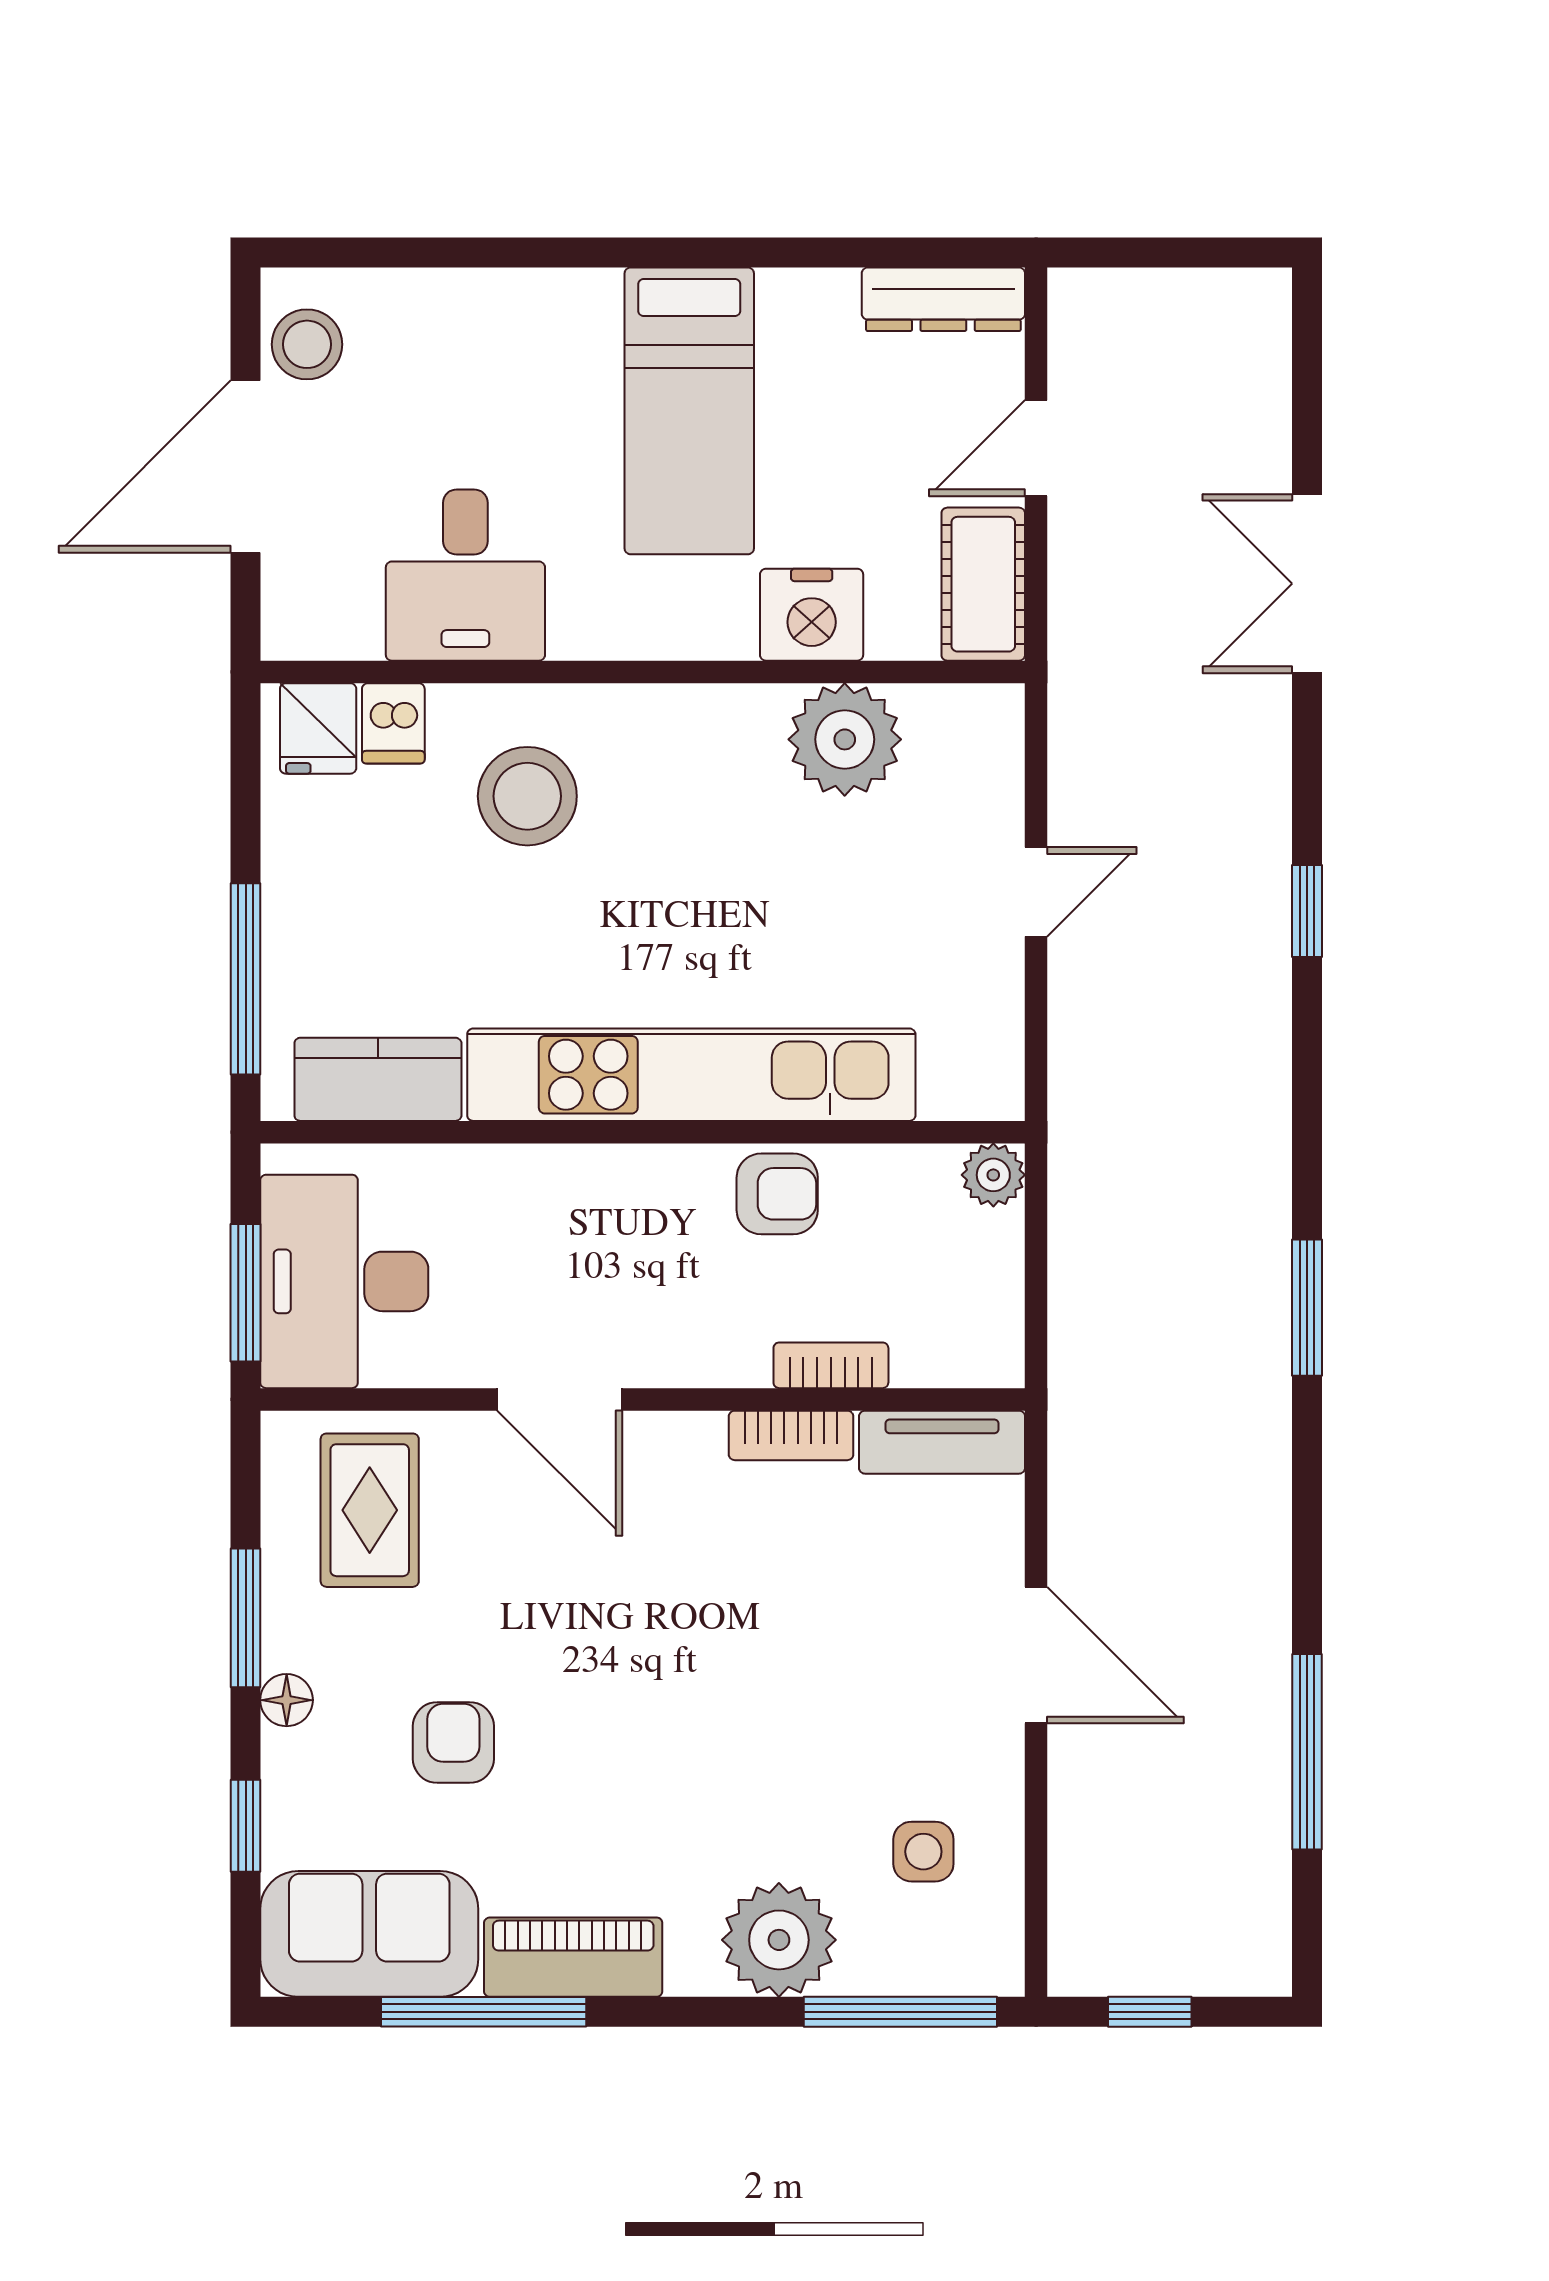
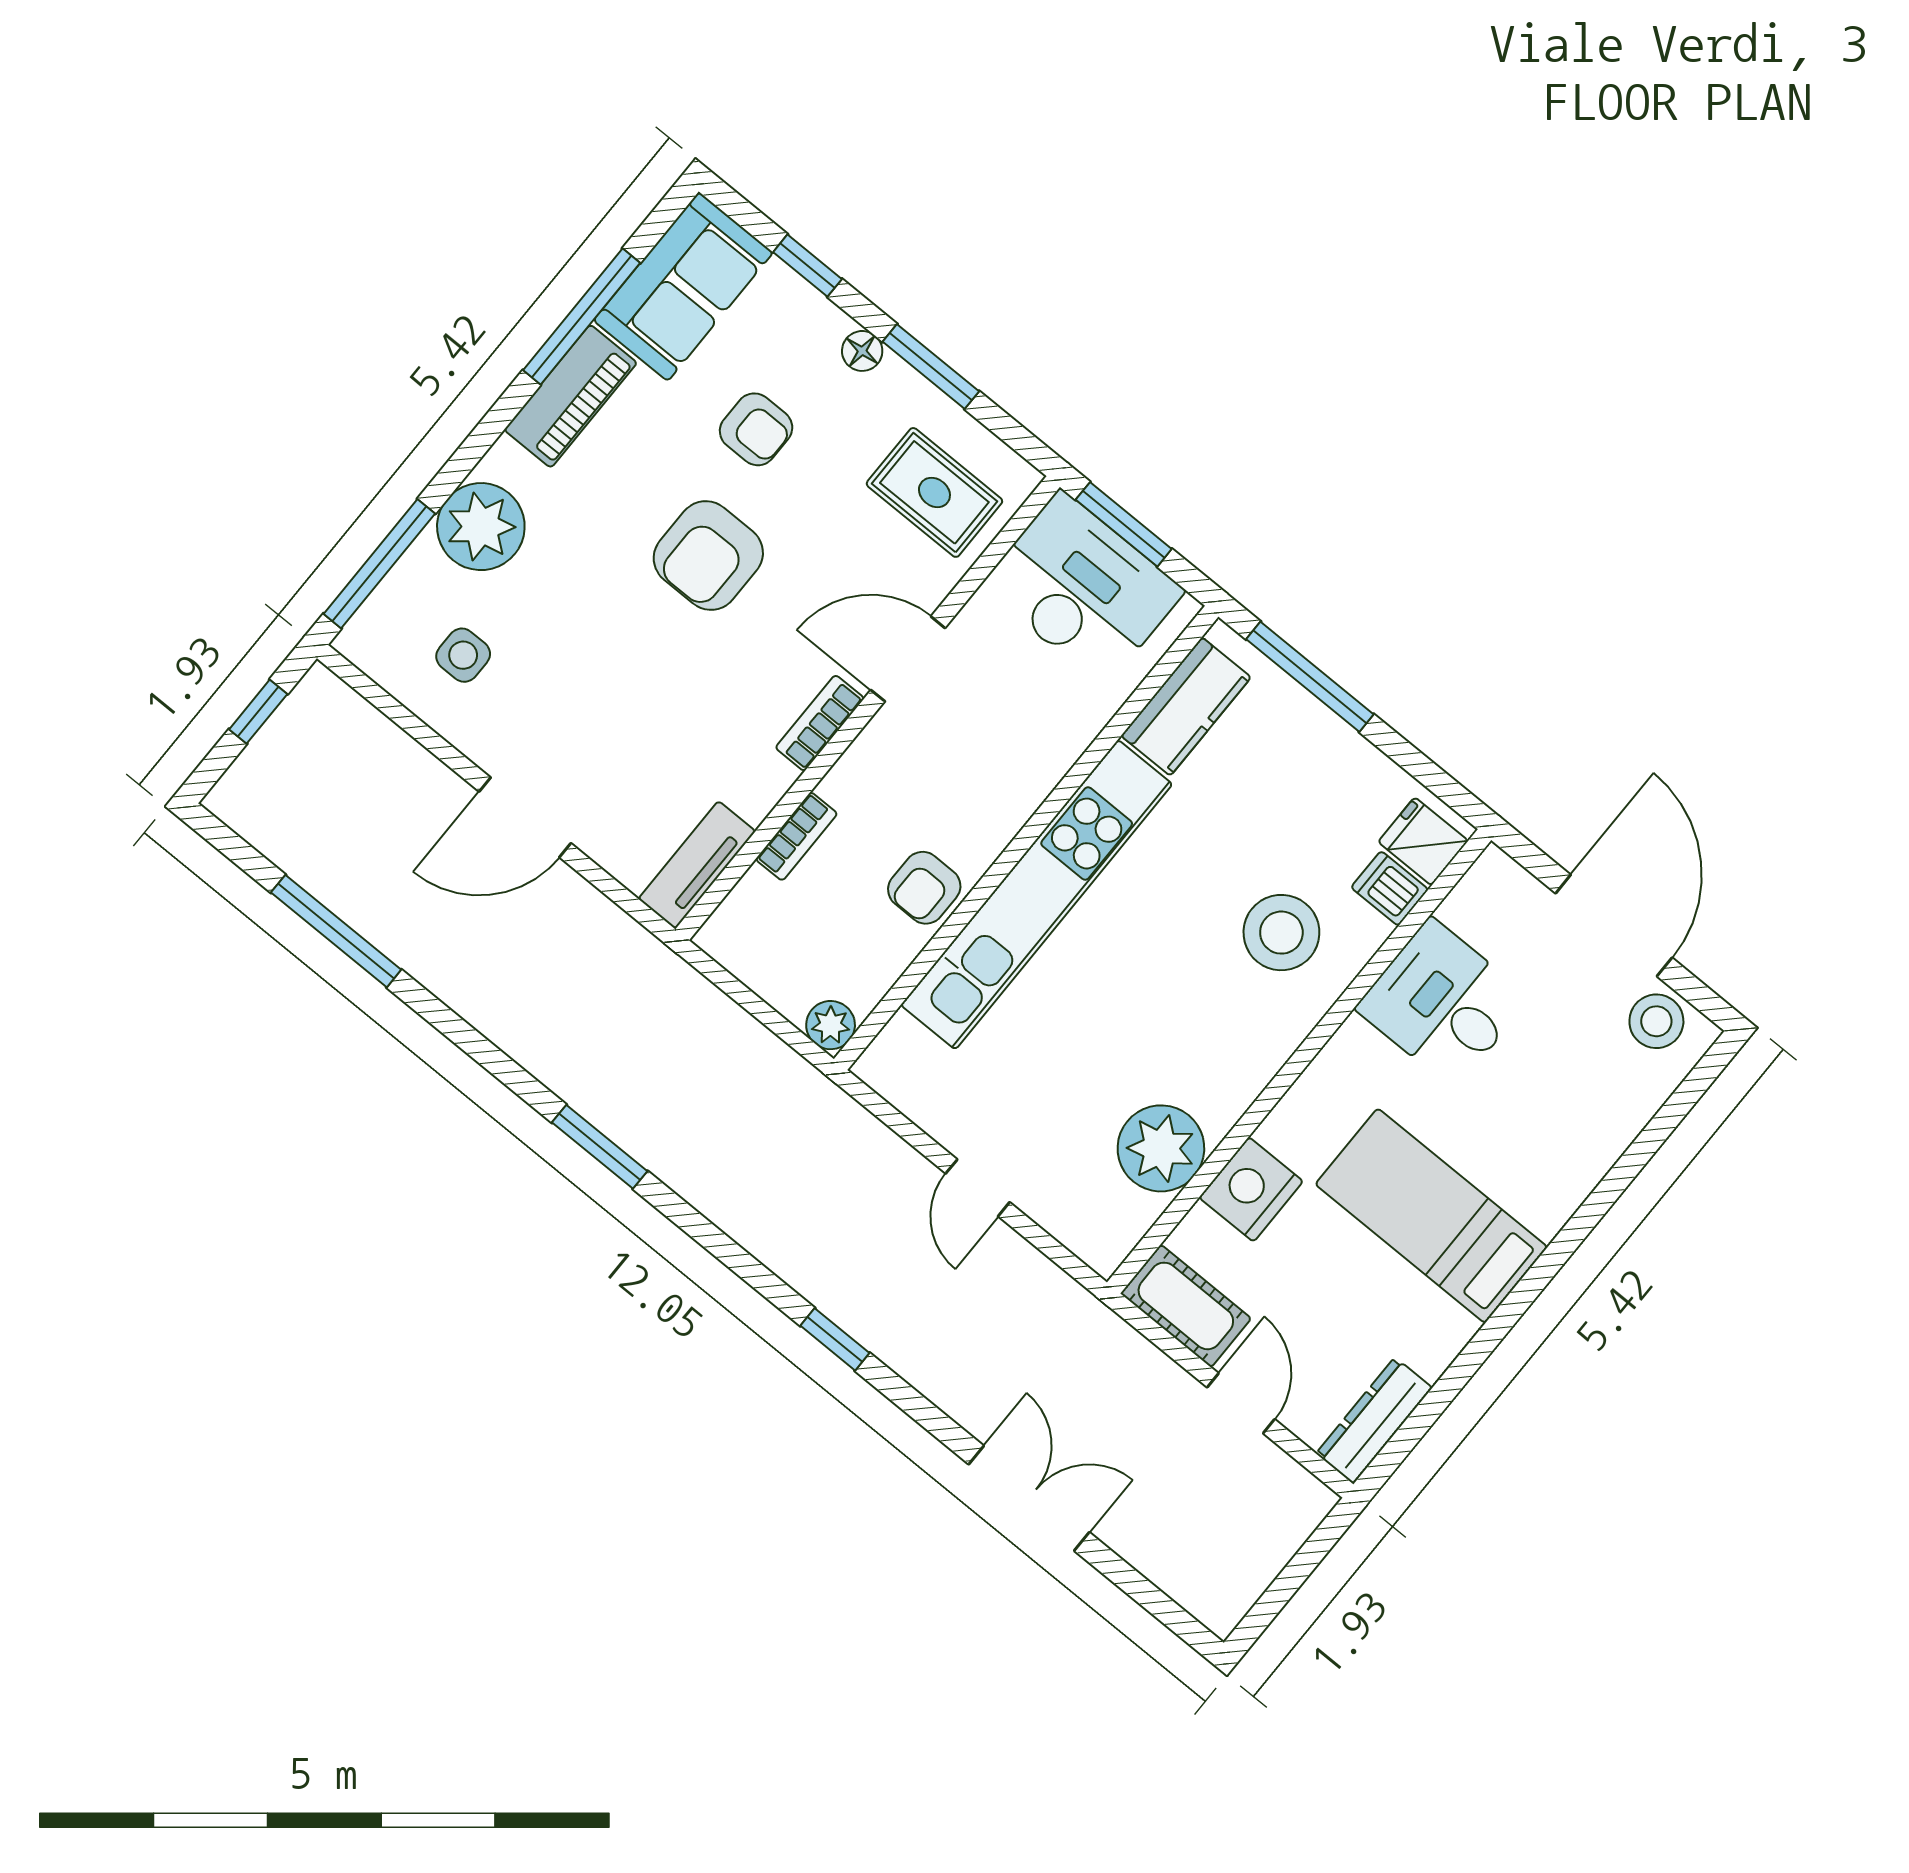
bookcase: (791, 1435) -> (820, 723), moved
armchair: (620, 1686) -> (708, 556), added

